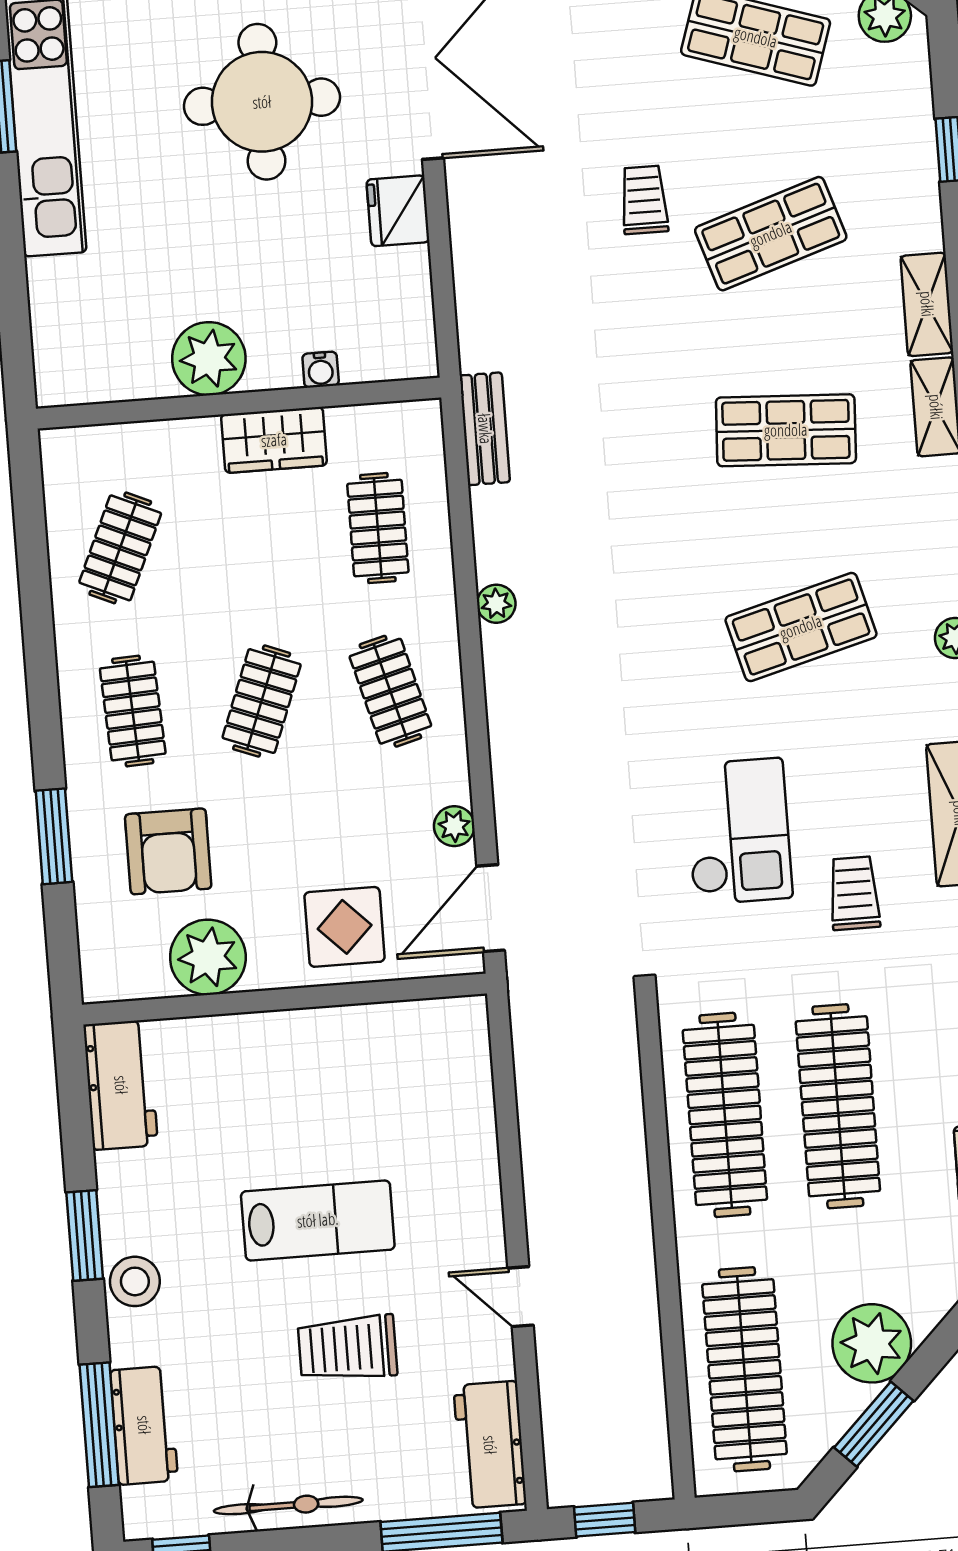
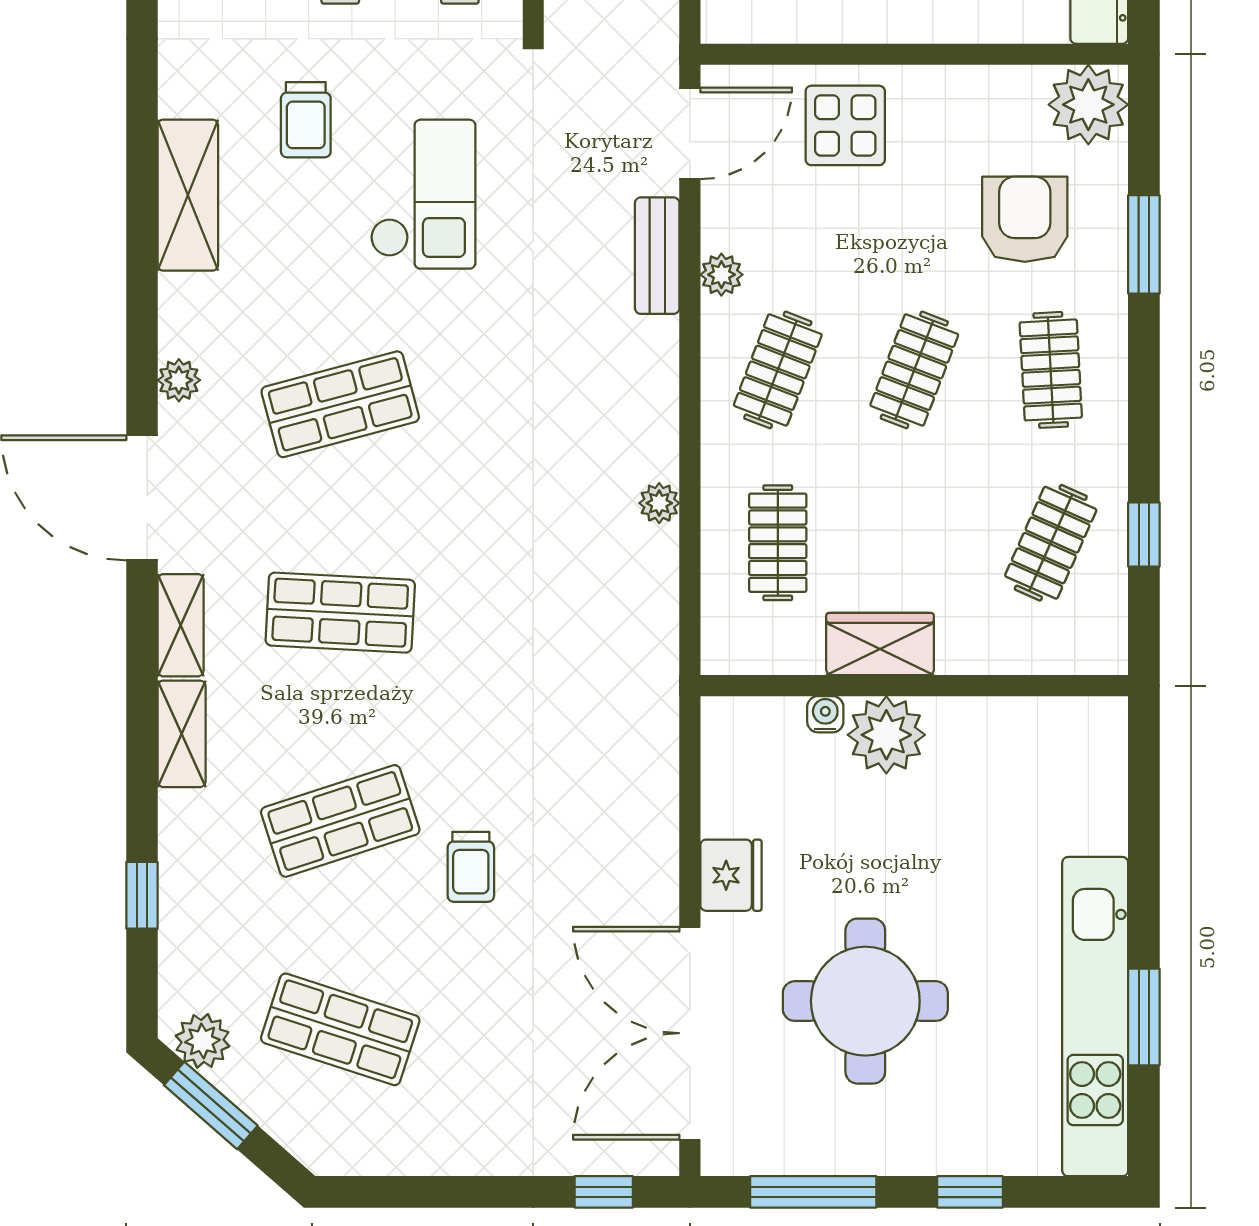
plant: (209, 359) -> (886, 735), moved
bench: (485, 429) -> (657, 256), moved
window: (33, 563) -> (1144, 534), added
plant: (496, 604) -> (659, 503), moved
clothes rail: (390, 691) -> (778, 370), turned 36
plant: (454, 826) -> (721, 275), moved
checkout: (738, 831) -> (423, 194), turned 180
plant: (208, 957) -> (1088, 105), moved

